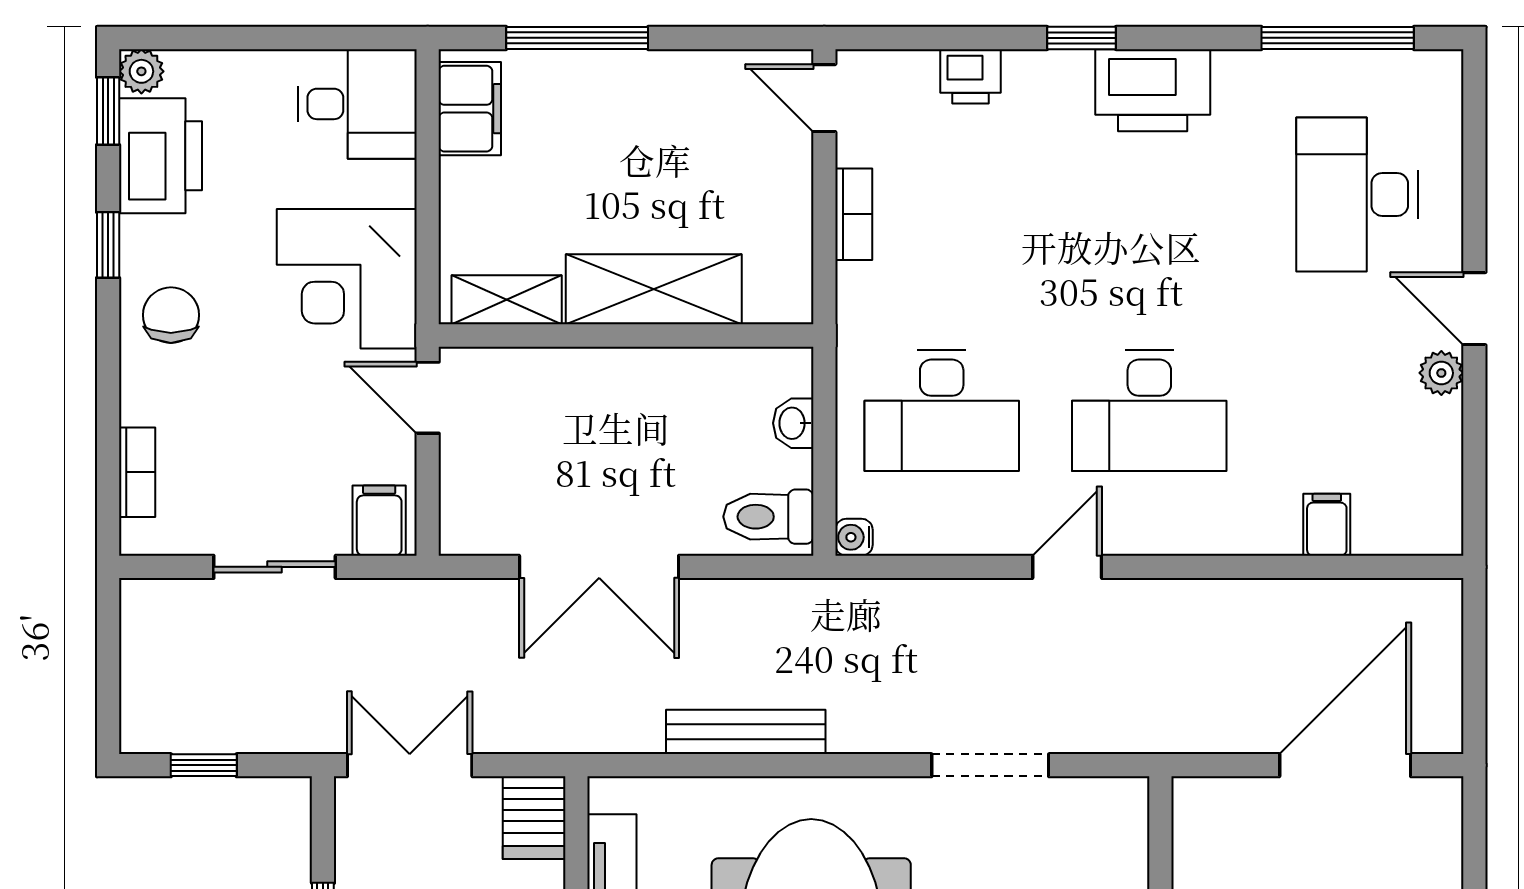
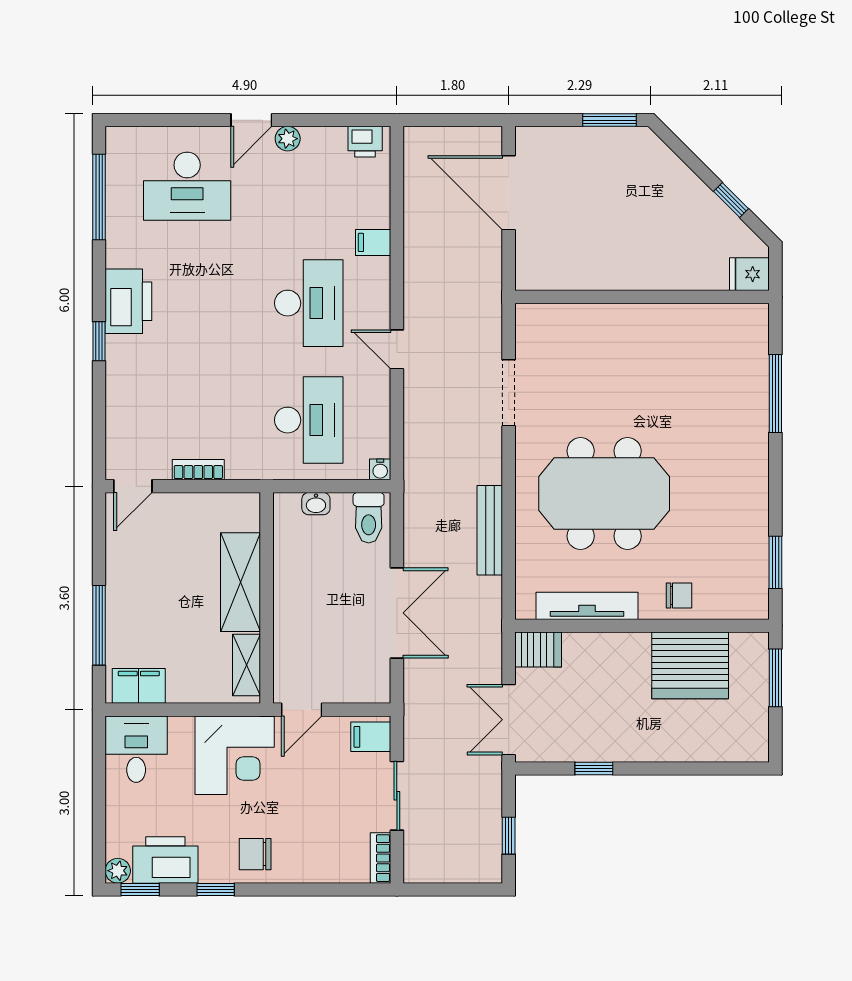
printer: (970, 76) -> (365, 142), moved, turned 90
bookcase: (137, 472) -> (381, 858), moved, turned -90
filing cabinet: (1327, 525) -> (373, 242), moved

